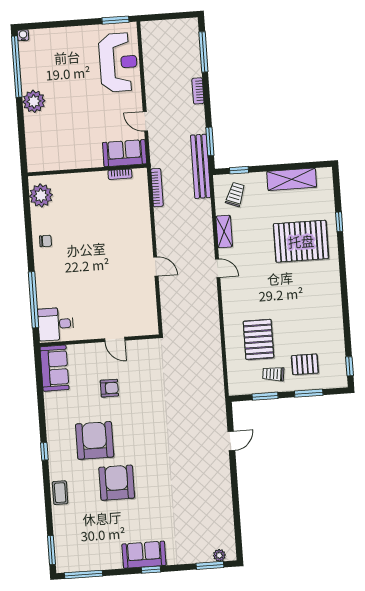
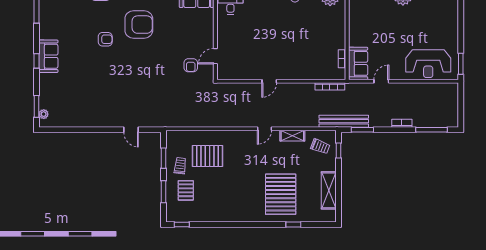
door: (115, 339) -> (215, 56), moved
armchair: (109, 388) -> (191, 65), moved
armchair: (117, 483) -> (105, 39), width x0.53, depth x0.53

